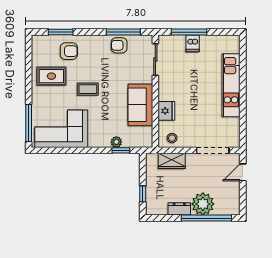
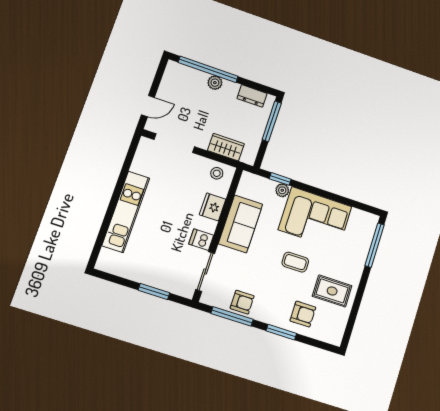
window: (61, 32) -> (281, 332), moved
window: (189, 32) -> (154, 292), width x0.69
dishwasher: (193, 43) -> (201, 240), moved, turned -90
armchair: (69, 51) -> (303, 314), turned 180
corner sofa: (61, 129) -> (315, 218), moved
window: (143, 194) -> (272, 121), width x2.17
plant: (203, 204) -> (215, 83), width x0.53, depth x0.53
dresser: (179, 209) -> (252, 96), moved

